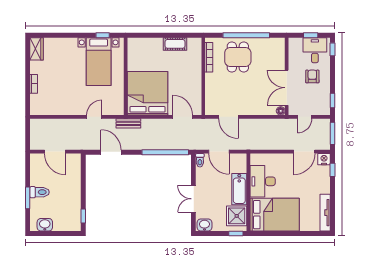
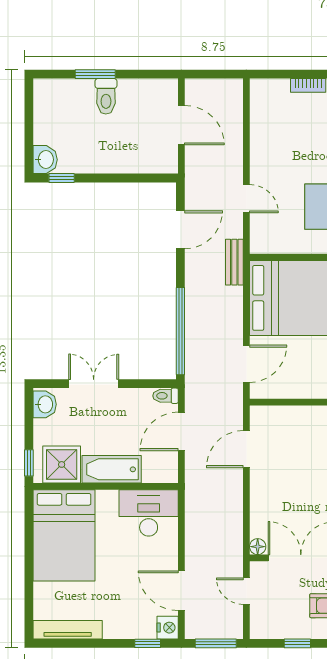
window: (333, 100) -> (297, 643), moved
door: (55, 152) -> (181, 125), swing flipped
desk: (263, 181) -> (149, 513), moved
washbasin: (45, 225) -> (45, 160), moved

